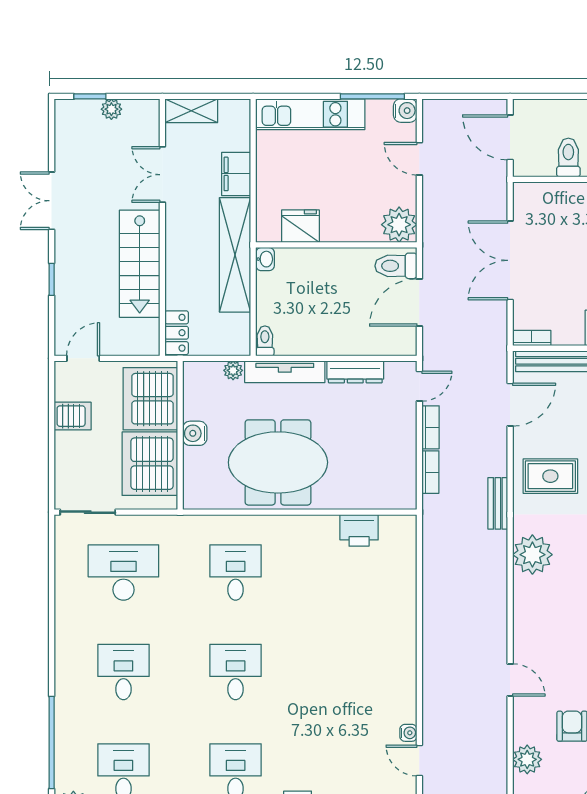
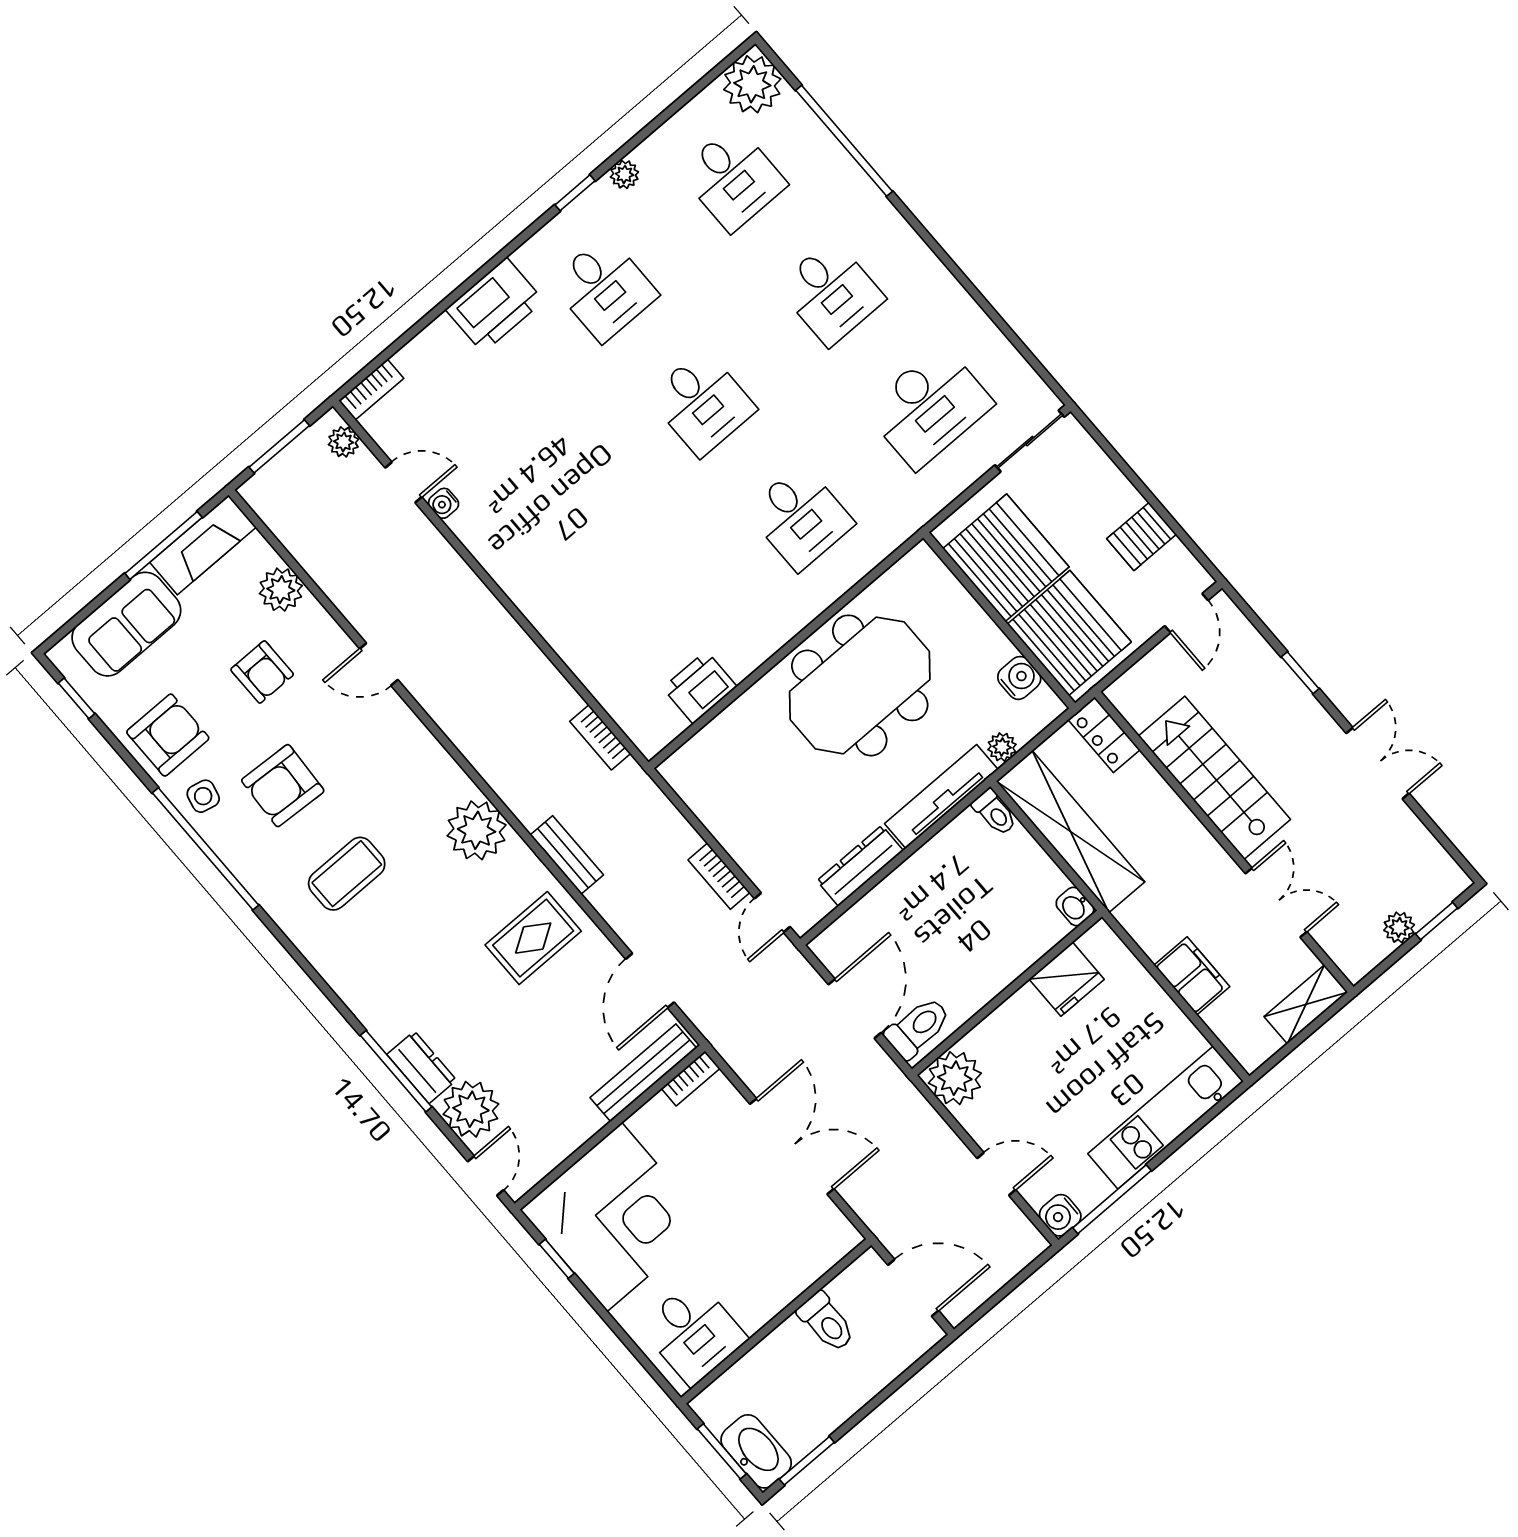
shelving: (235, 255) -> (1071, 832), moved
water cooler: (195, 433) -> (1019, 678), moved
bookcase: (430, 472) -> (600, 737), moved

